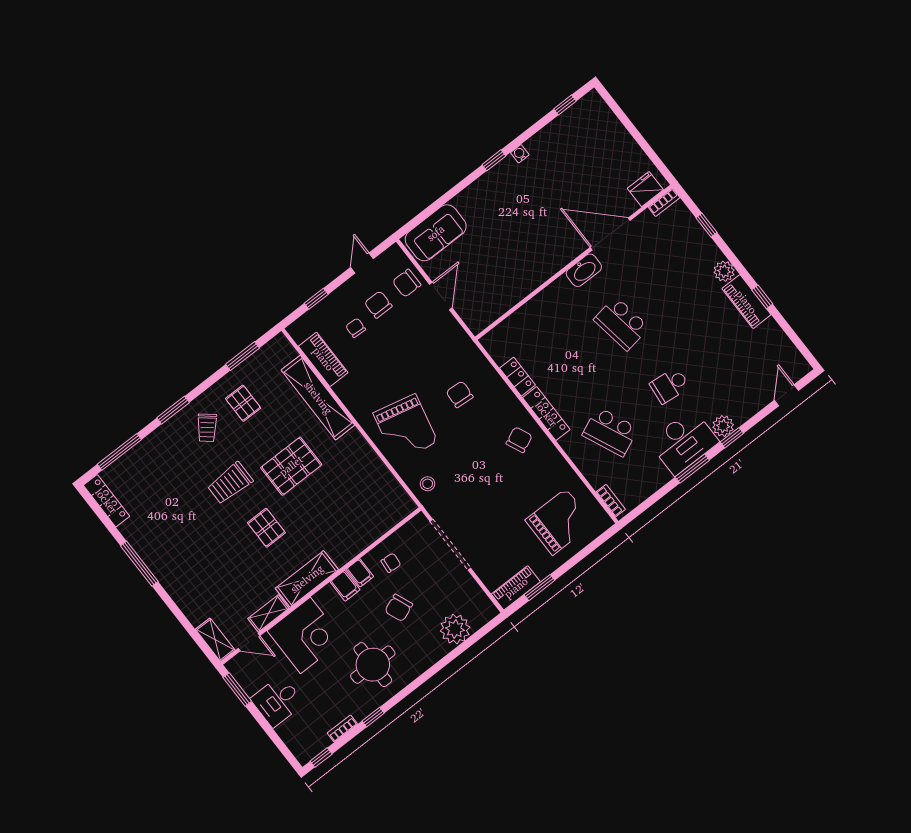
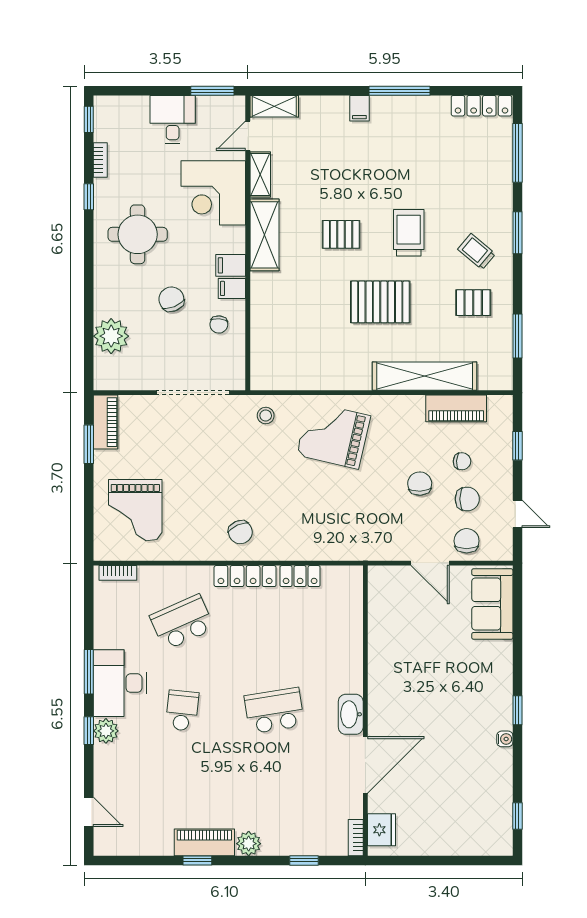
chair: (460, 394) -> (420, 484), moved, turned -97
pallet: (291, 466) -> (380, 302), turned 90
filing cabinet: (172, 581) -> (359, 108), added

